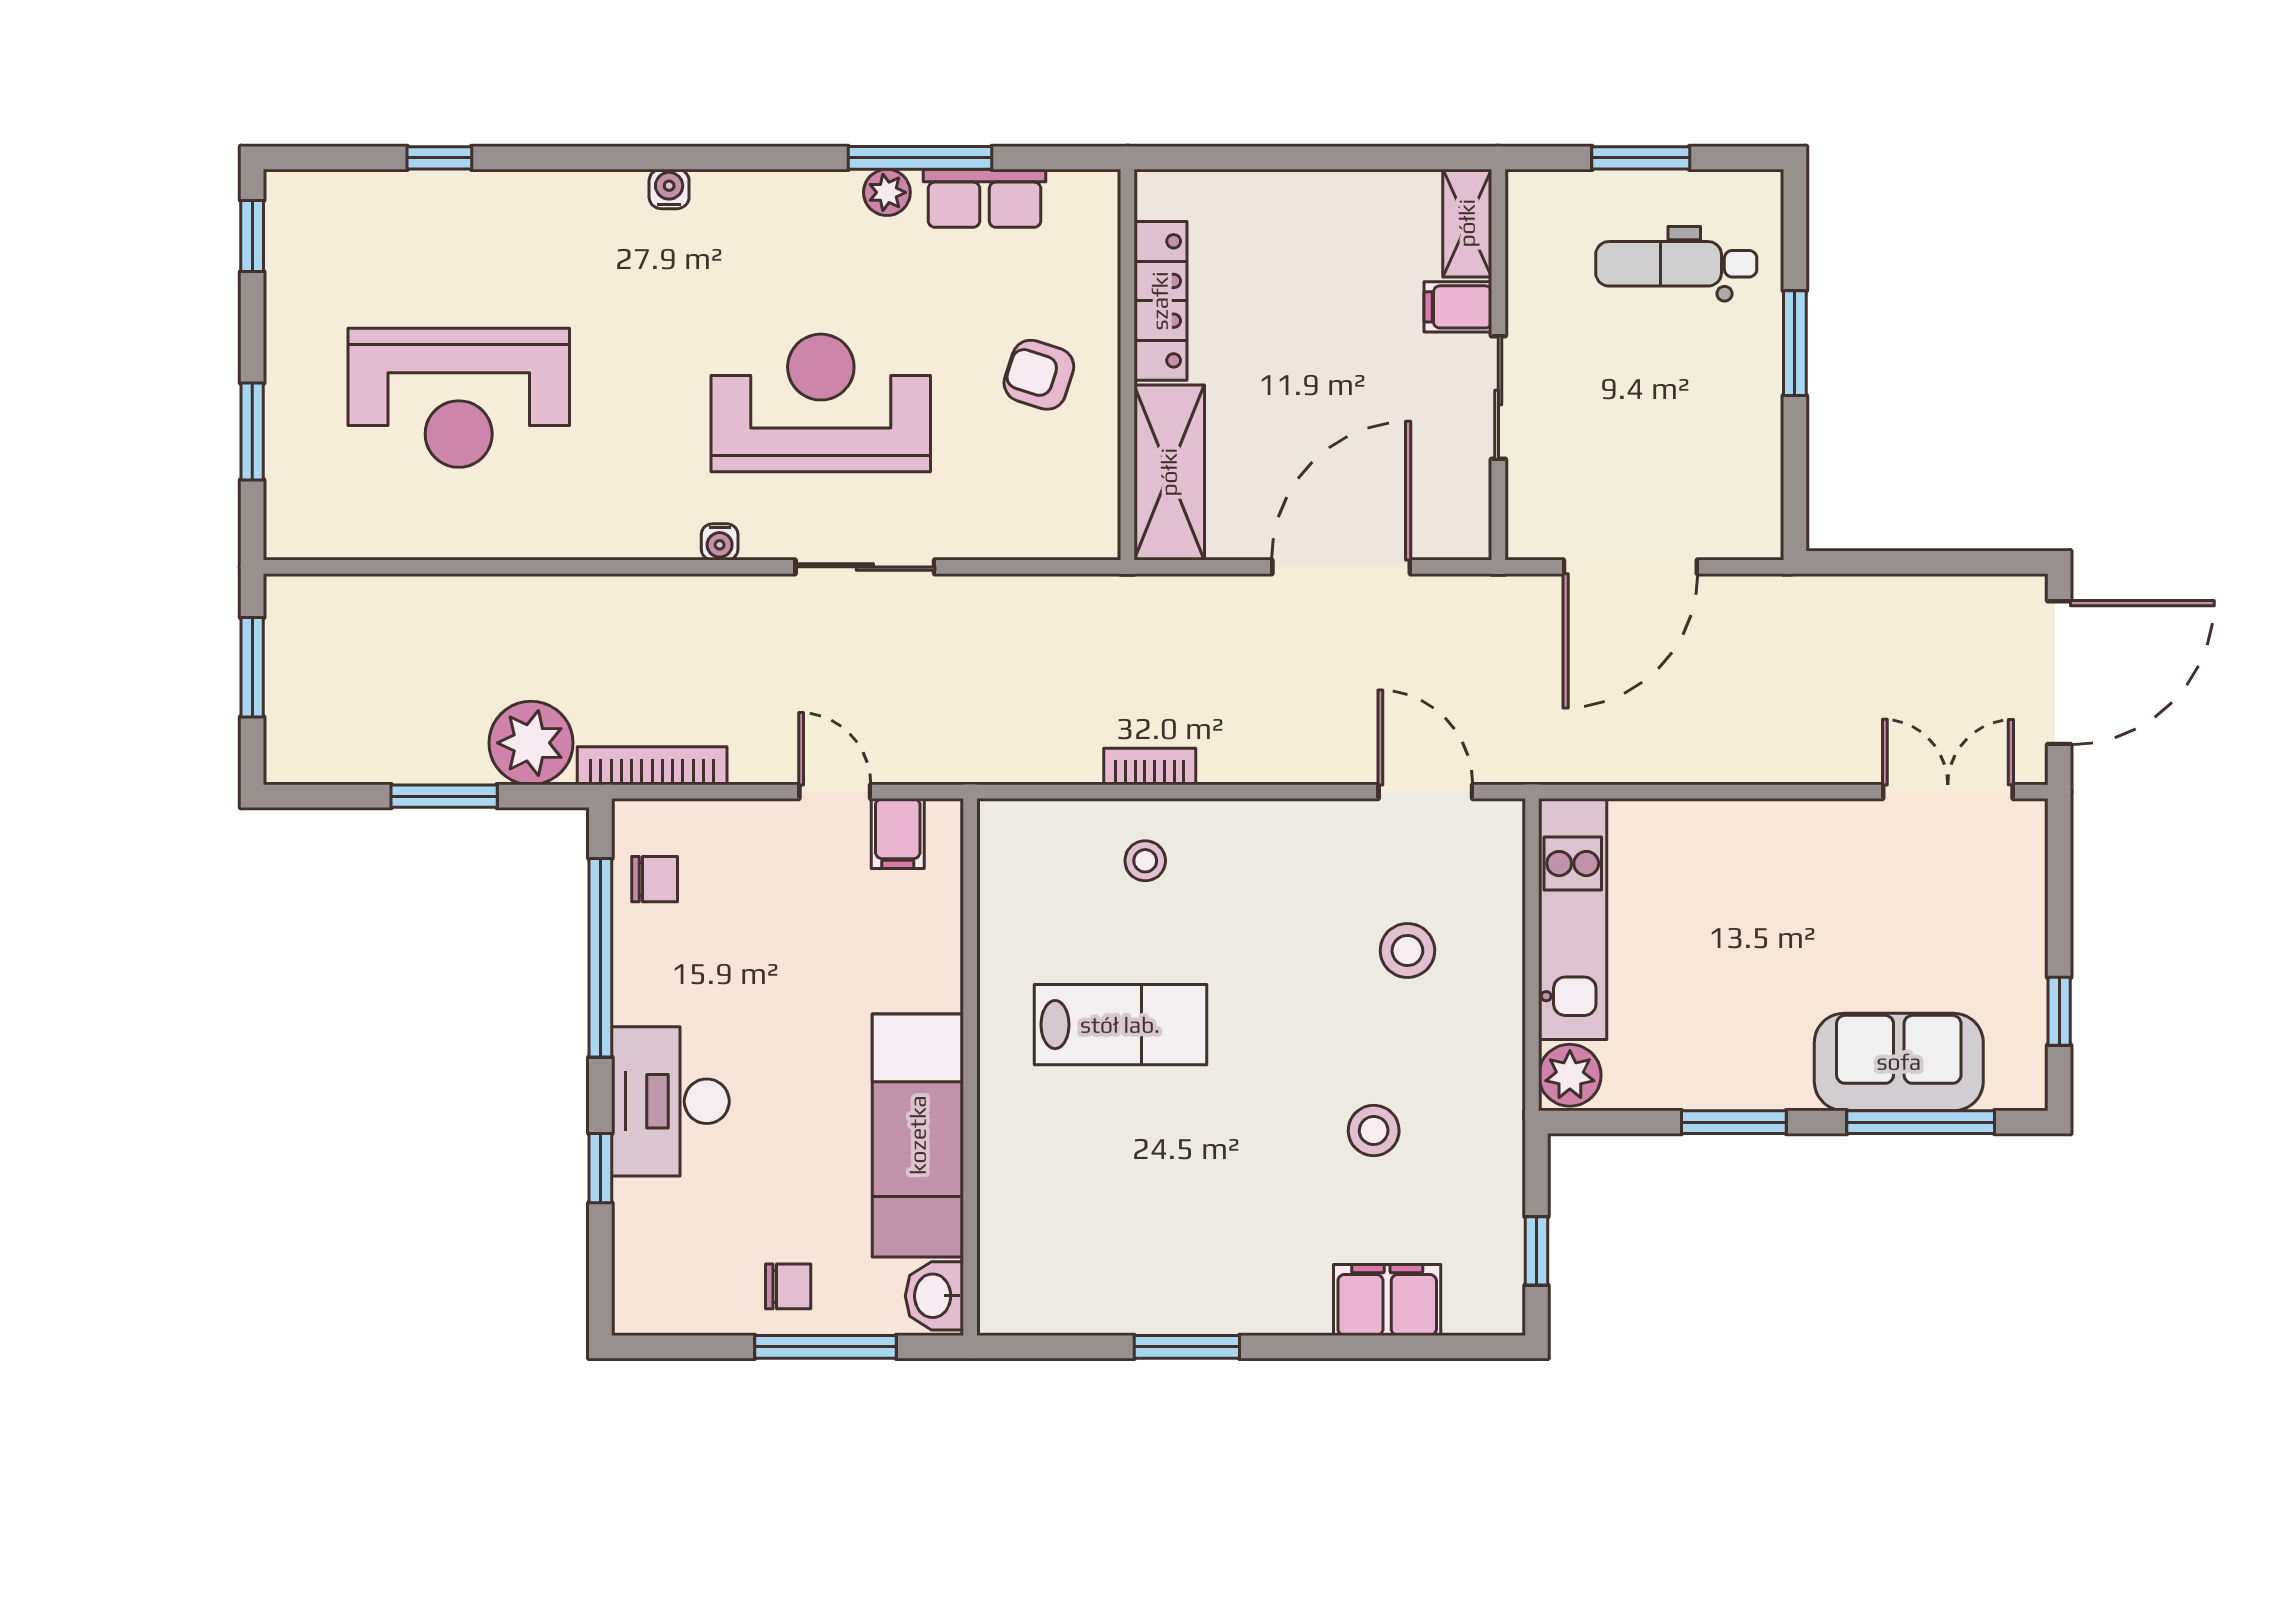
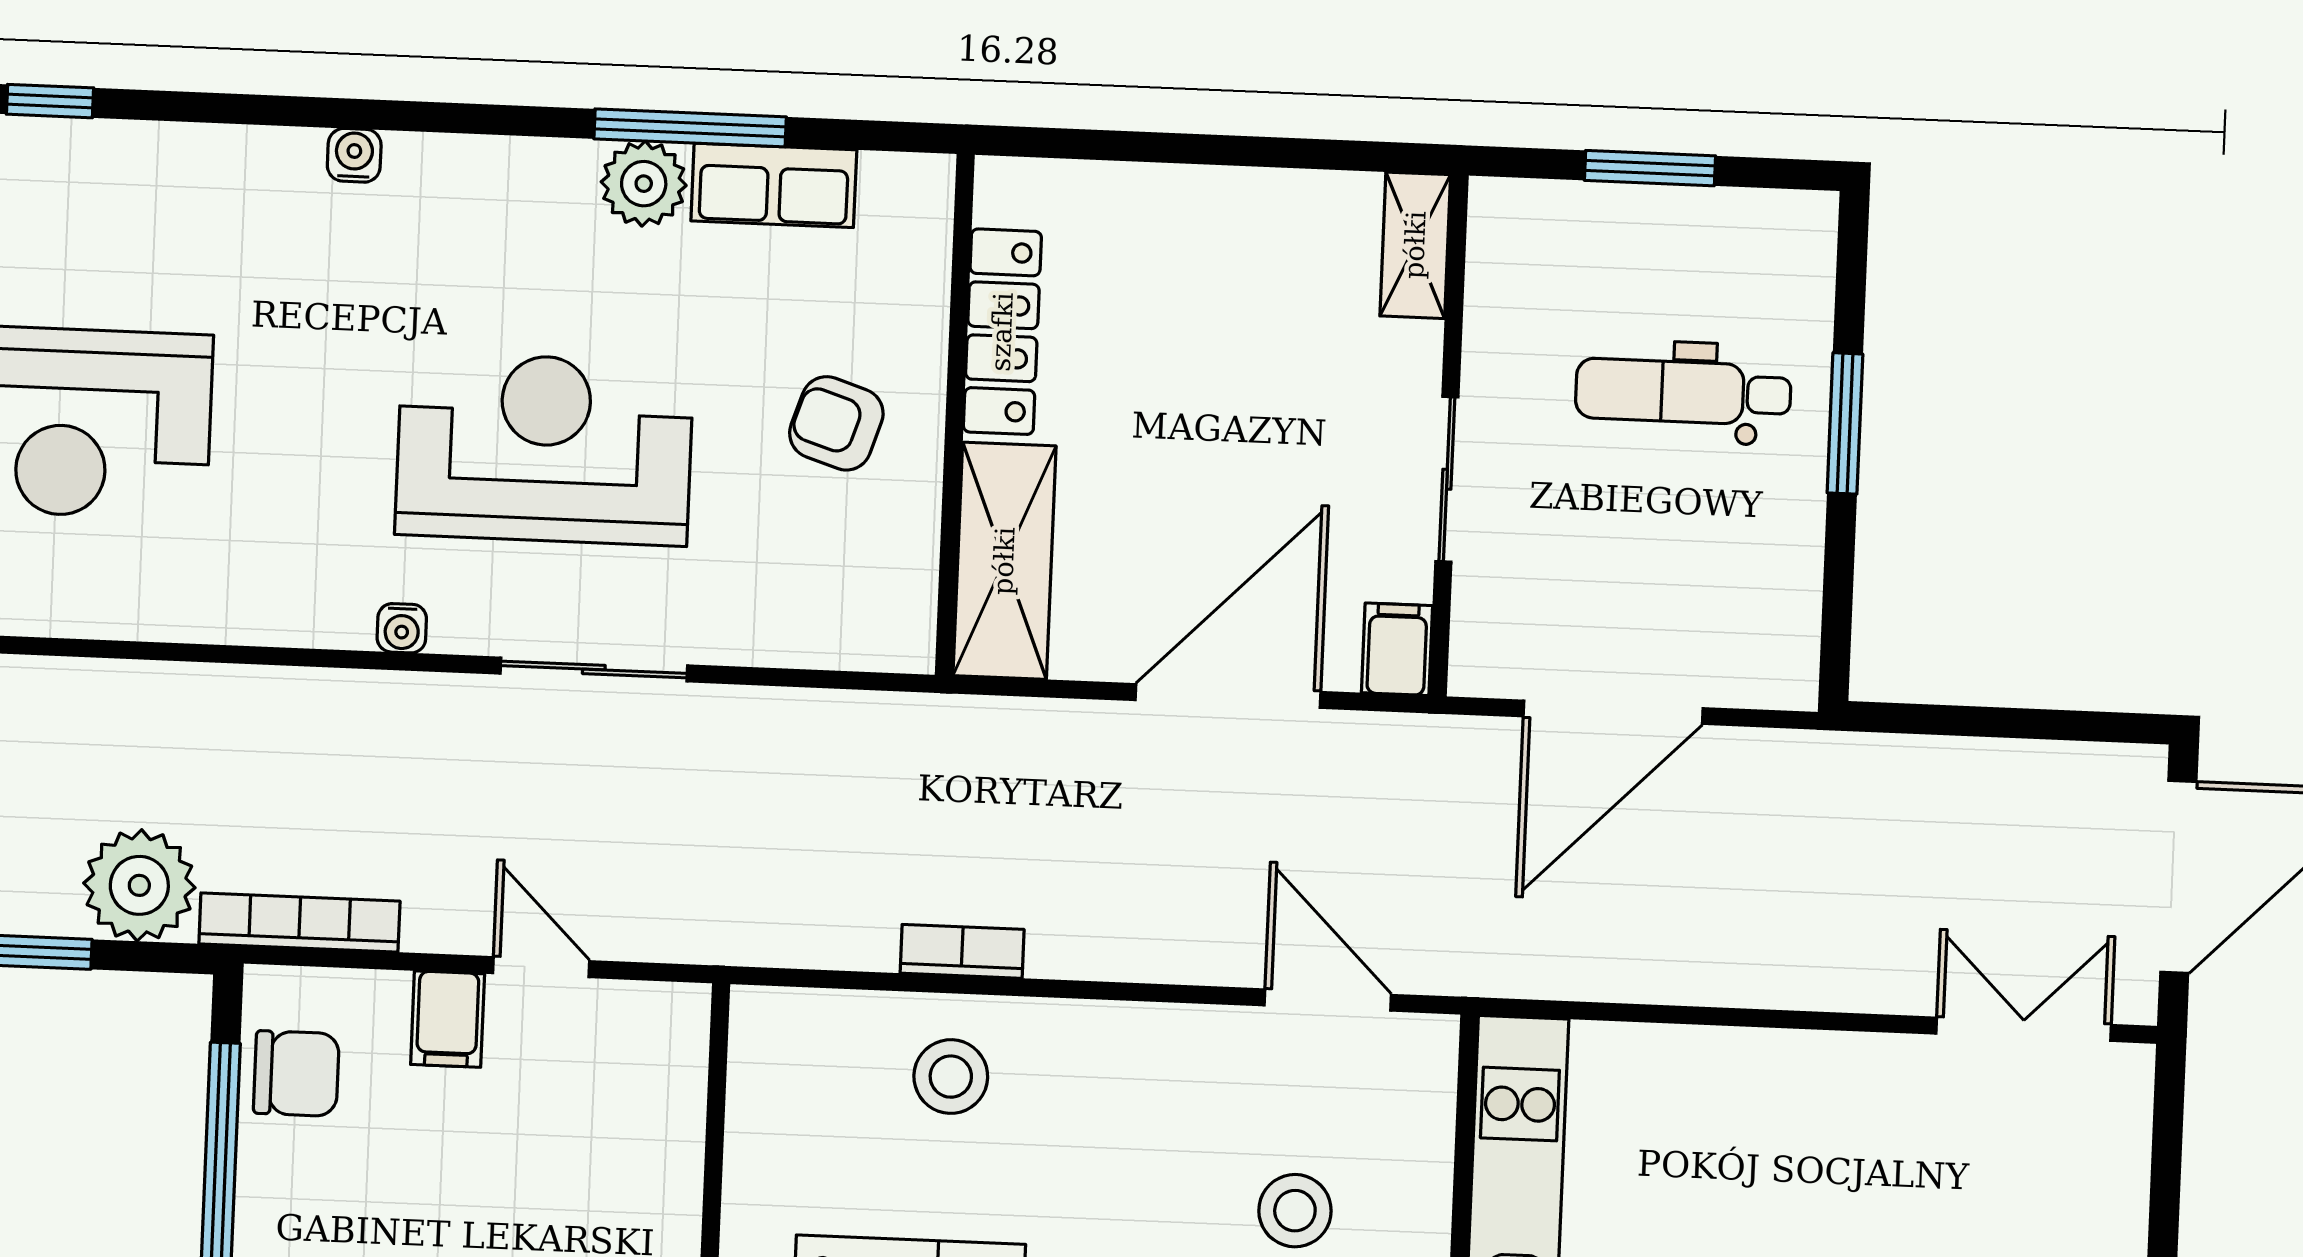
plant: (887, 192) -> (644, 184), width x1.38, depth x1.38
dental chair: (1676, 264) -> (1683, 392), moved
filing cabinet: (1458, 307) -> (1397, 649), moved, turned 90
filing cabinet: (898, 834) -> (448, 1019), moved
stool: (1145, 861) -> (951, 1077), width x1.37, depth x1.37
chair: (655, 879) -> (296, 1074), width x1.37, depth x1.37

